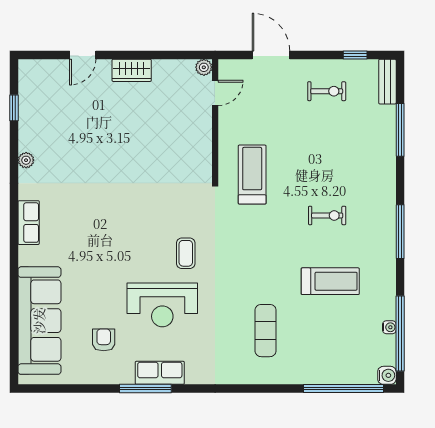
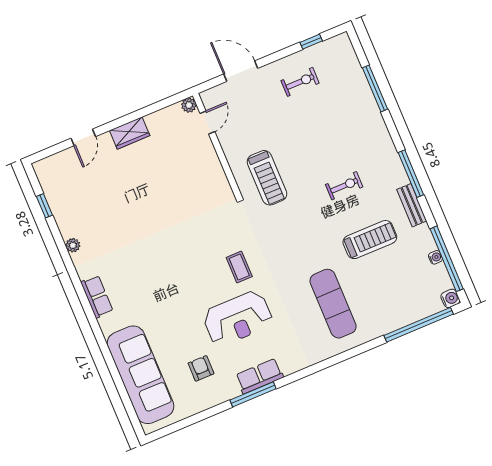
bench: (387, 82) -> (412, 205), moved
treadmill: (252, 175) -> (267, 178), turned 180
exercise mat: (266, 331) -> (333, 304), width x1.36, depth x1.45

